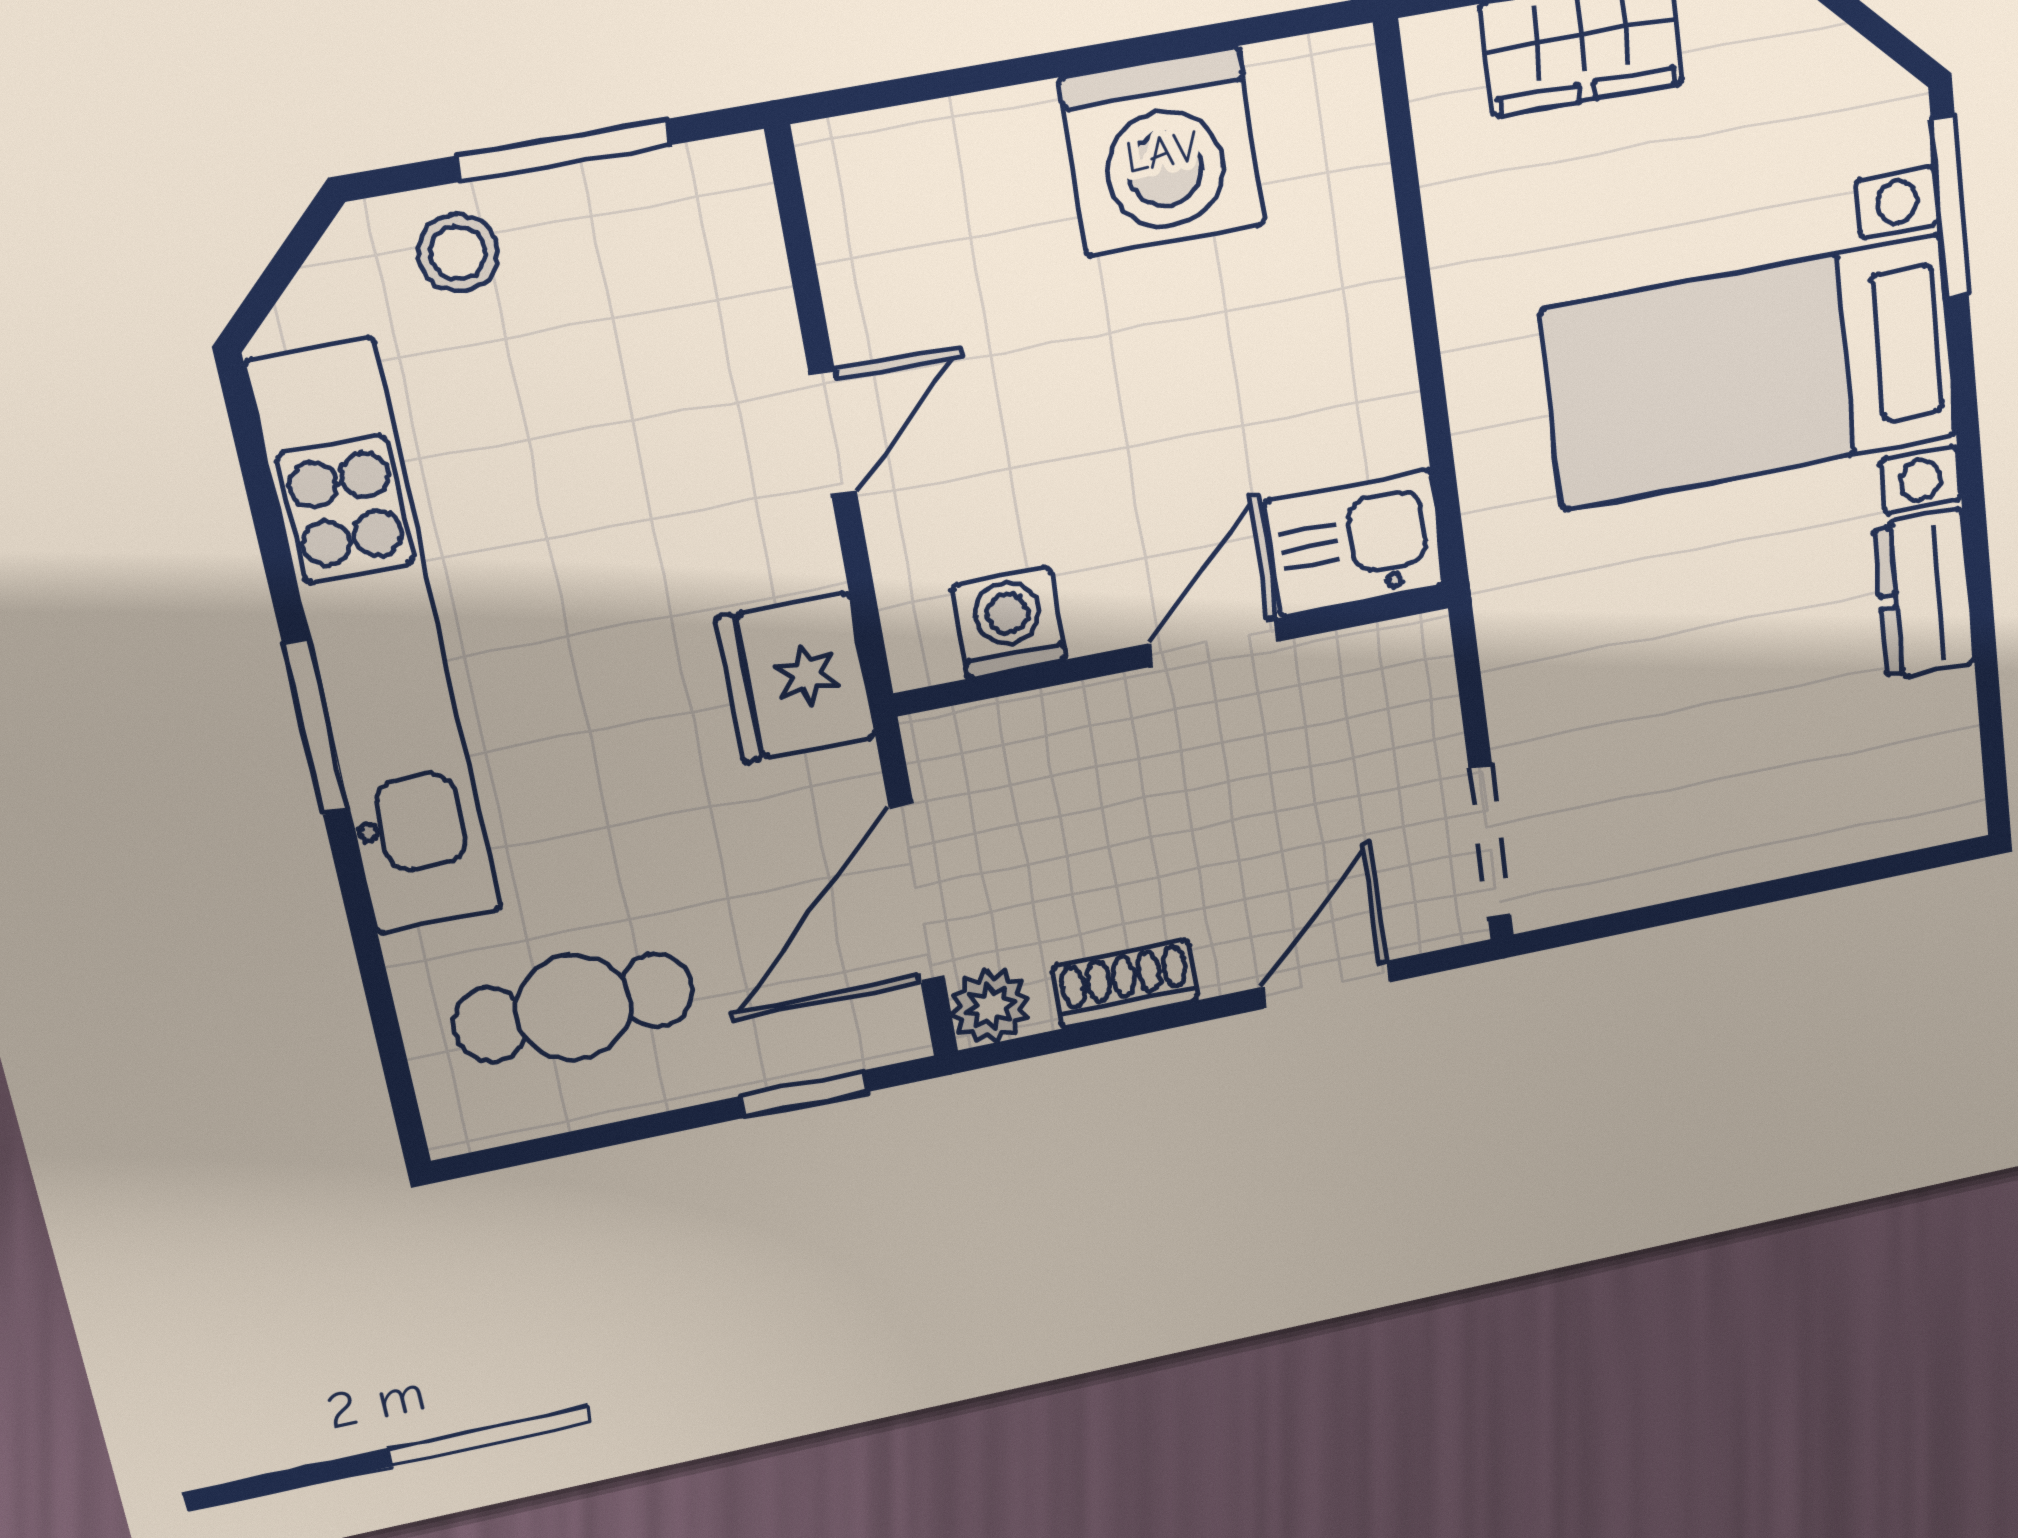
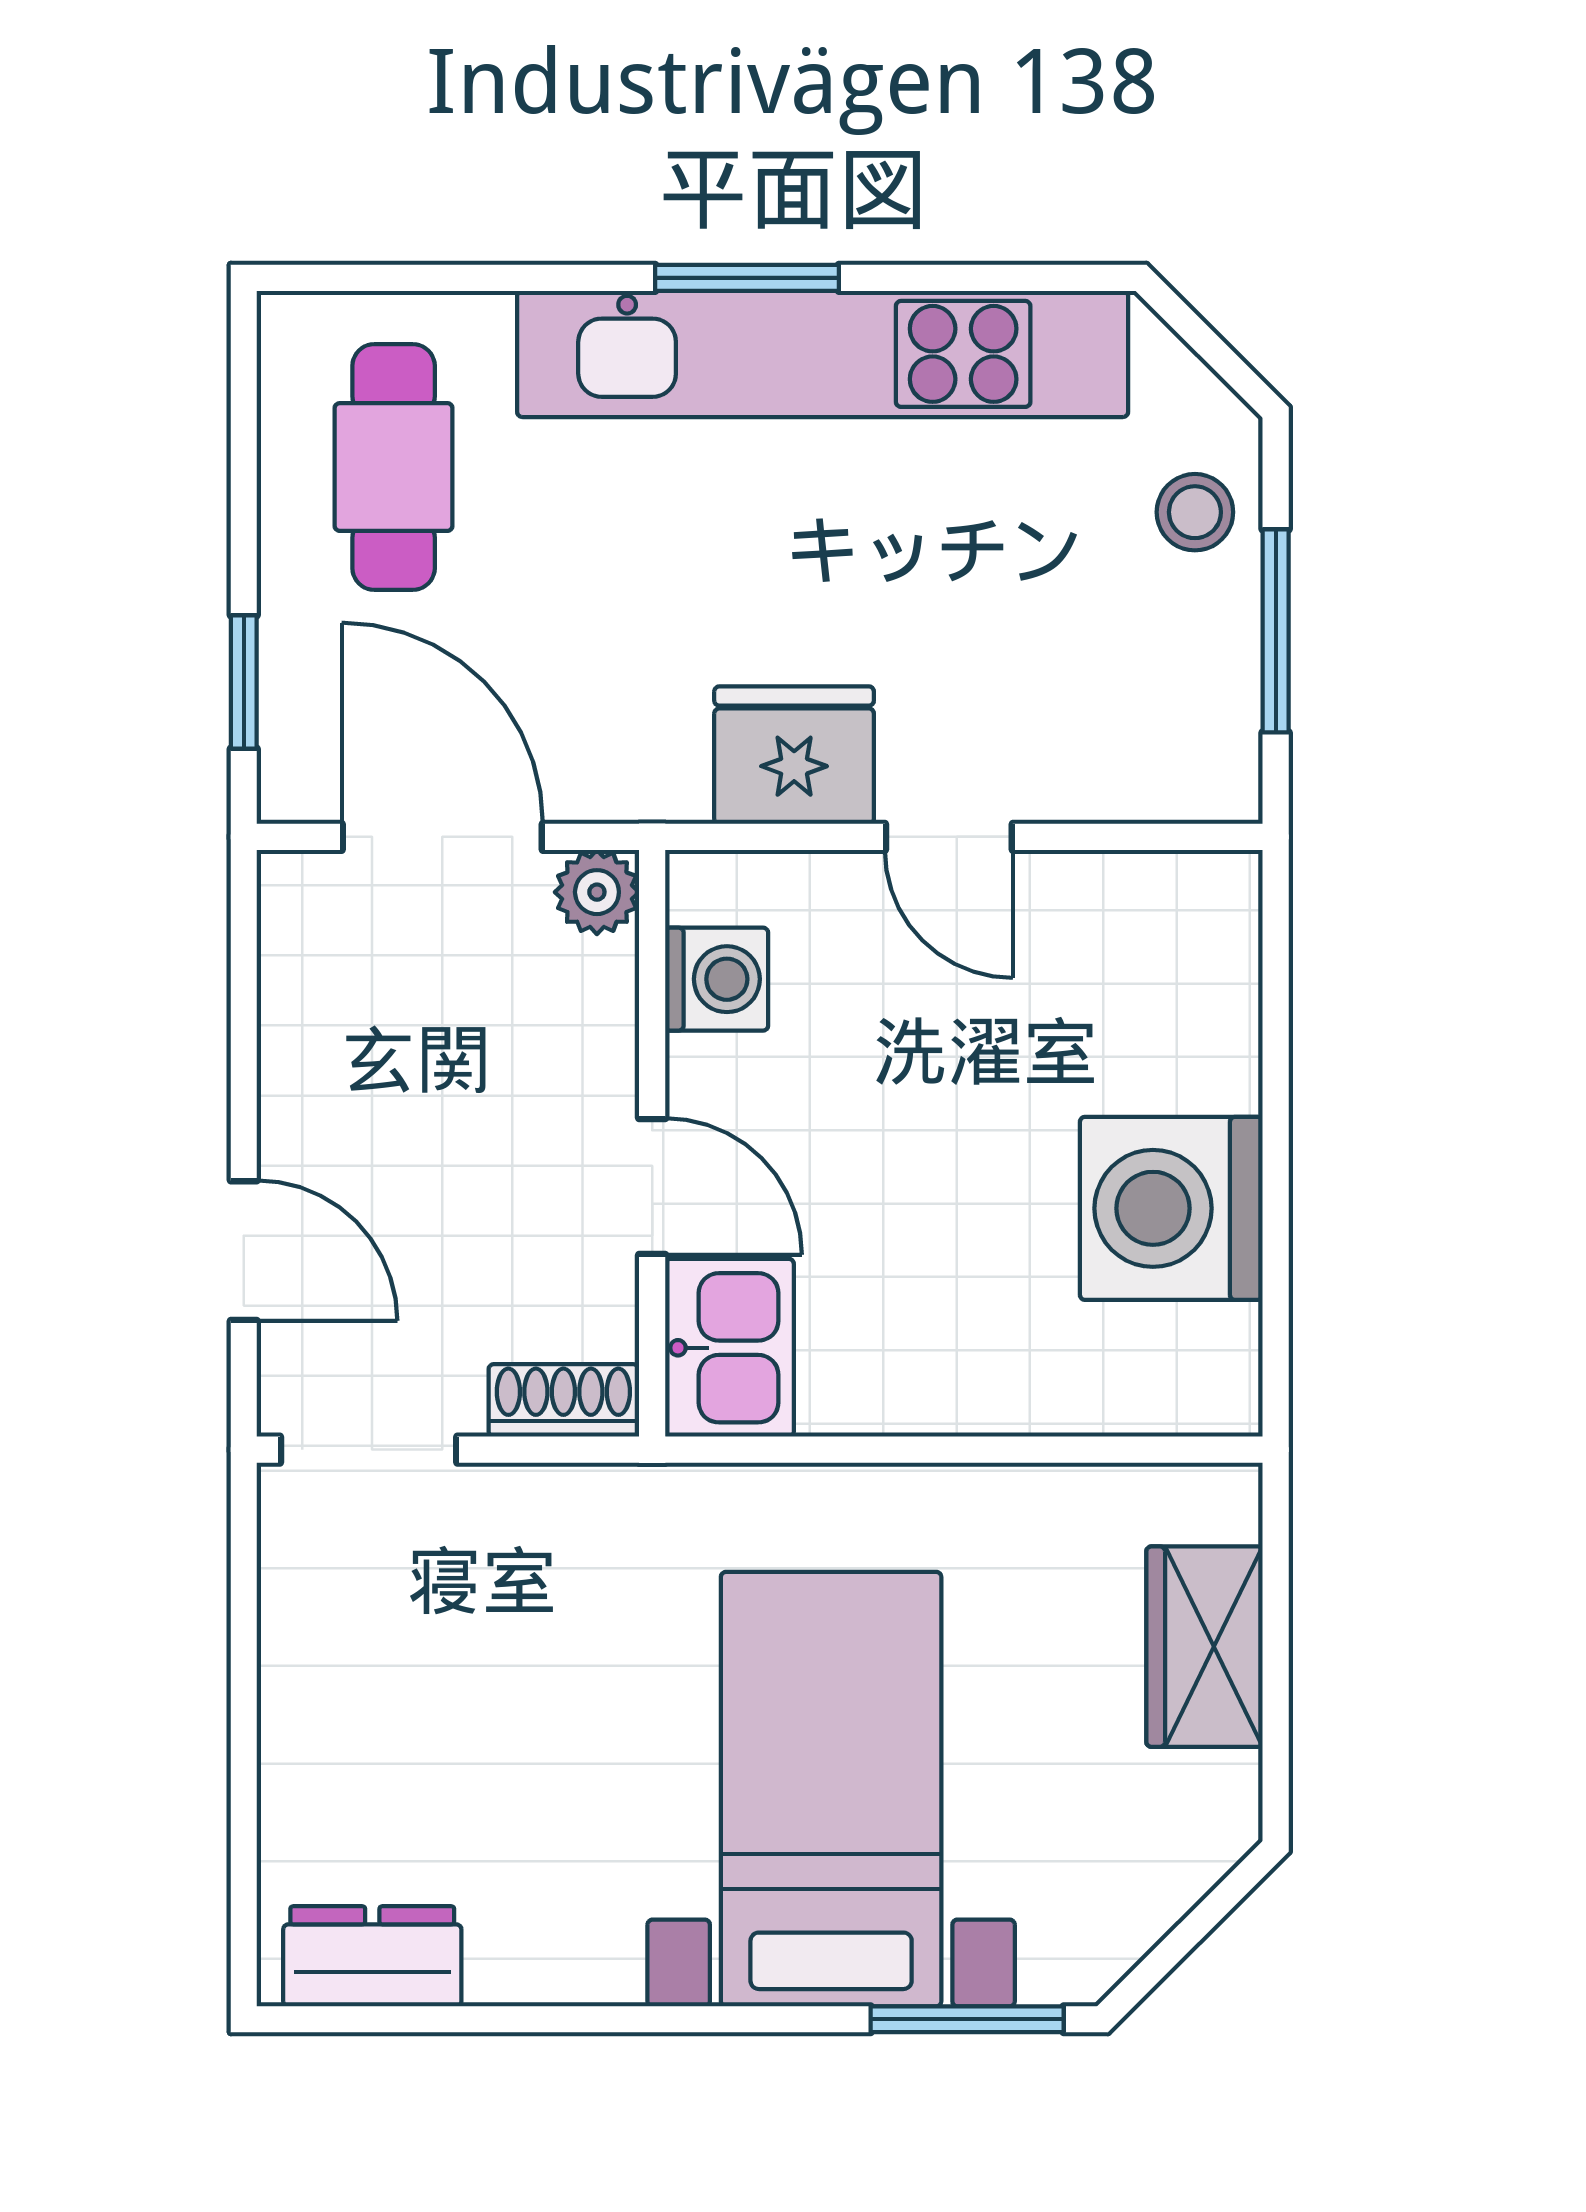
dresser: (1924, 594) -> (372, 1956), moved
fridge: (796, 678) -> (794, 755), moved
shoe rack: (1125, 984) -> (563, 1400), moved, turned -90
plant: (991, 1006) -> (597, 892), moved

